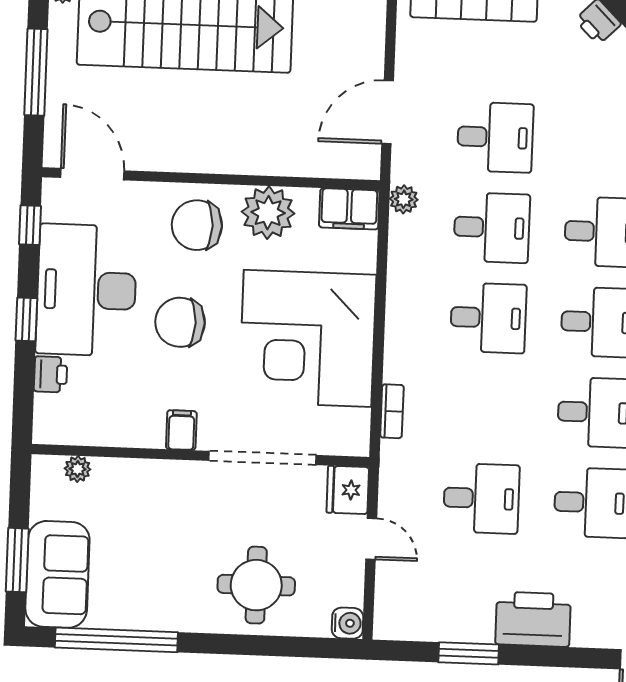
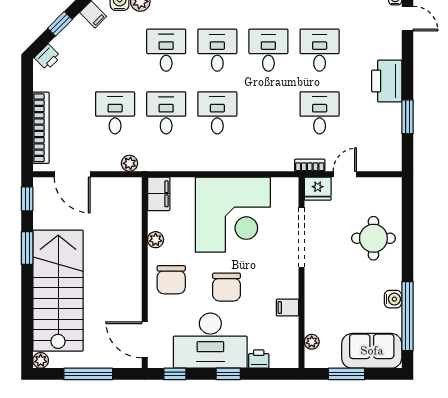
door: (388, 112) -> (72, 174), moved
door: (92, 174) -> (145, 340), hinge flipped
plant: (404, 199) -> (129, 163), moved
plant: (268, 213) -> (156, 240), width x0.53, depth x0.53
bookcase: (392, 411) -> (310, 165), moved
filing cabinet: (181, 430) -> (287, 308), moved
window: (17, 560) -> (347, 374), moved
water cooler: (347, 623) -> (393, 299), moved, turned 90

